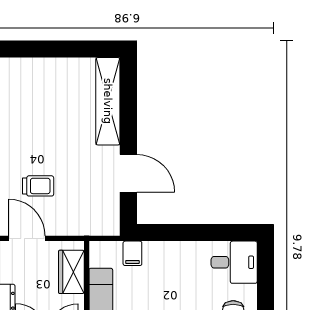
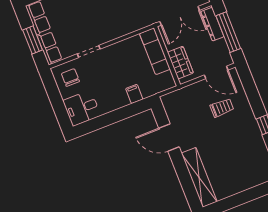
trolley: (38, 186) -> (222, 108), turned 180
filing cabinet: (132, 253) -> (134, 94), moved

